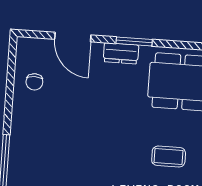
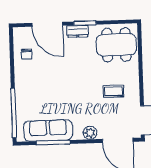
door: (73, 37) -> (47, 24), width x1.36

